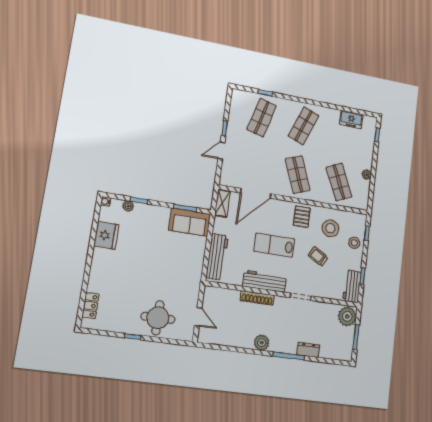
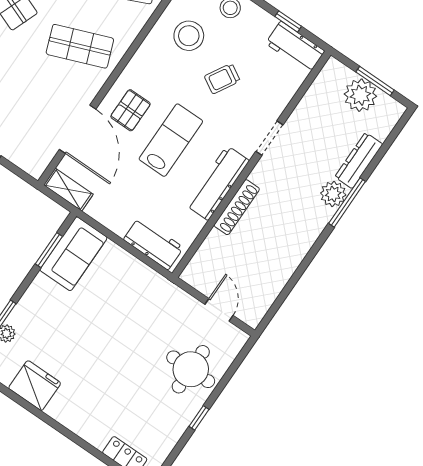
pallet: (302, 217) -> (130, 110), moved, turned 90
lab bench: (274, 245) -> (171, 140), turned 180
workbench: (217, 257) -> (153, 244), width x0.73
plant: (347, 316) -> (360, 95), moved
door: (198, 317) -> (219, 310), hinge flipped
plant: (262, 343) -> (333, 194), moved
dresser: (308, 350) -> (359, 161), width x1.44

